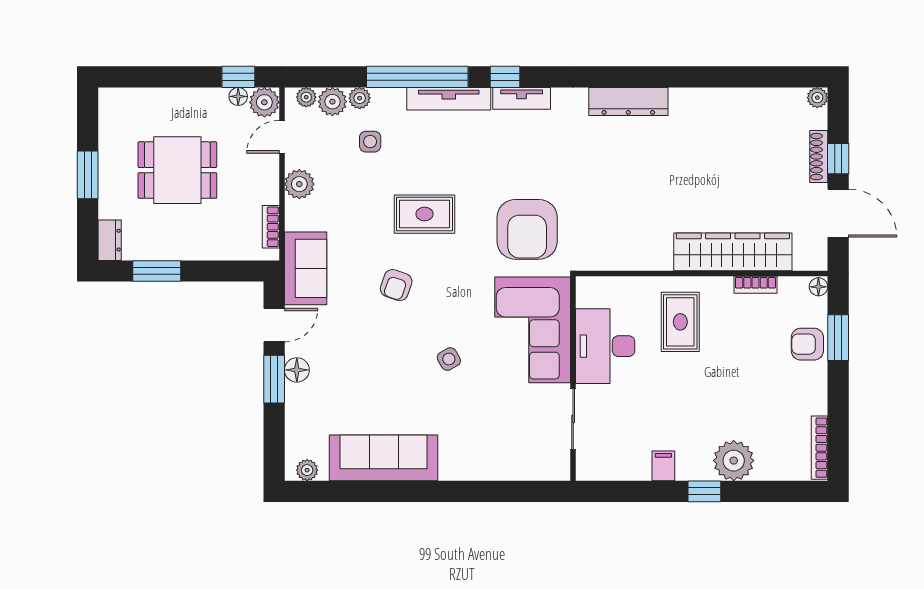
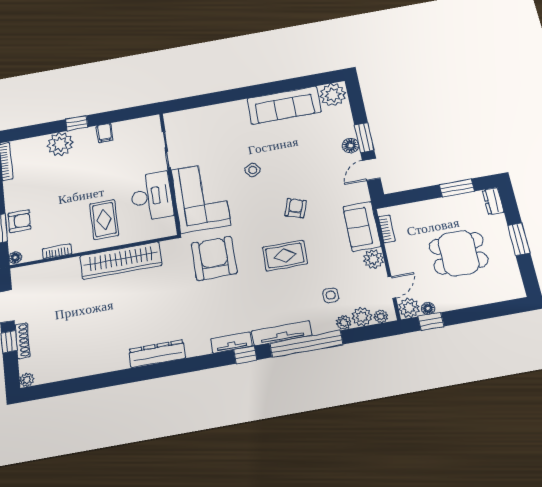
wardrobe: (733, 252) -> (121, 261), moved
sofa: (306, 268) -> (362, 226), moved
plant: (307, 470) -> (333, 95), width x1.88, depth x1.88

